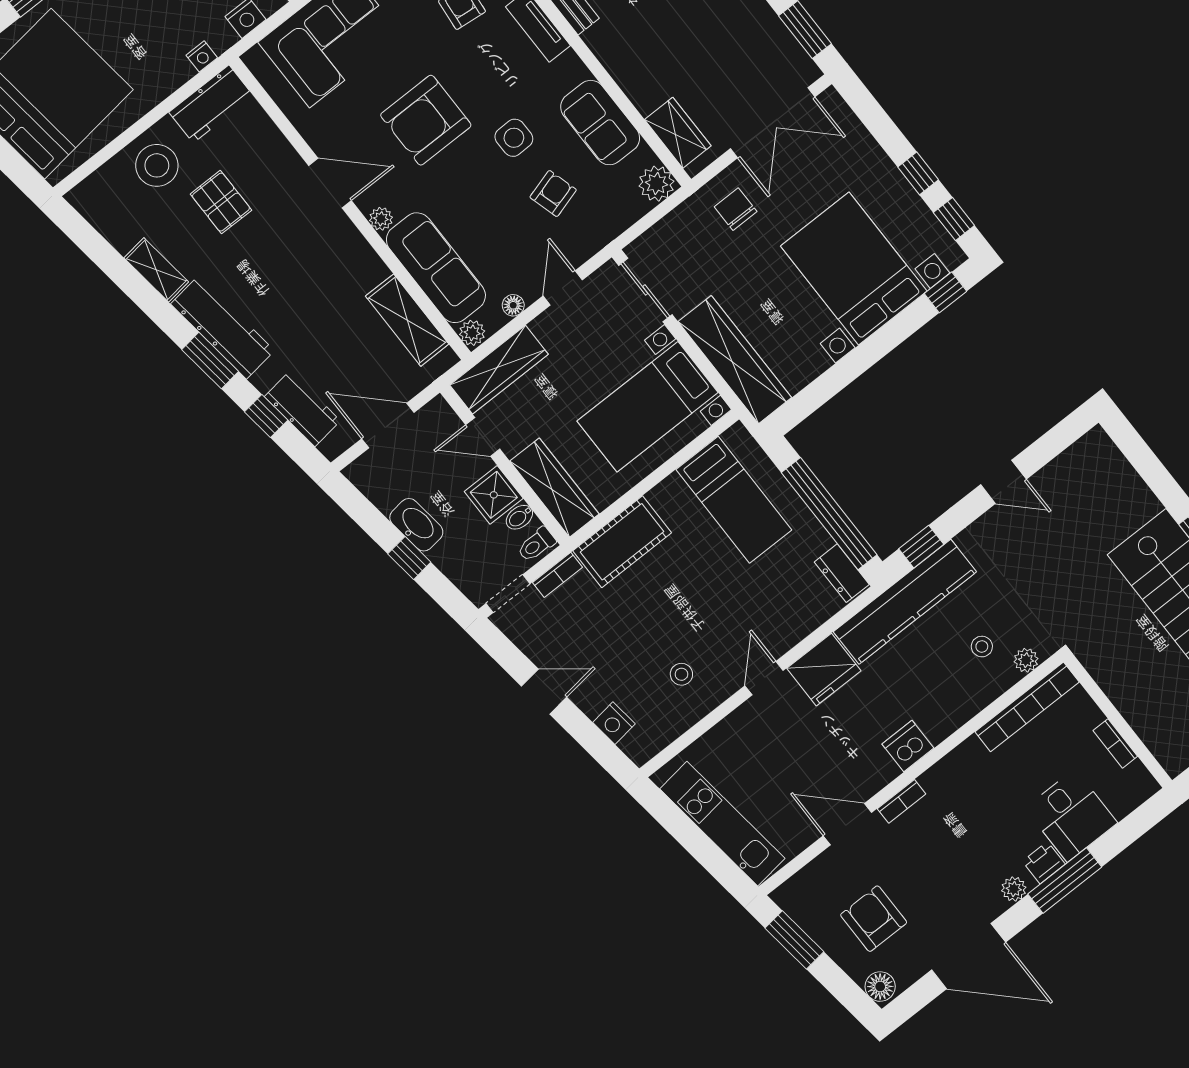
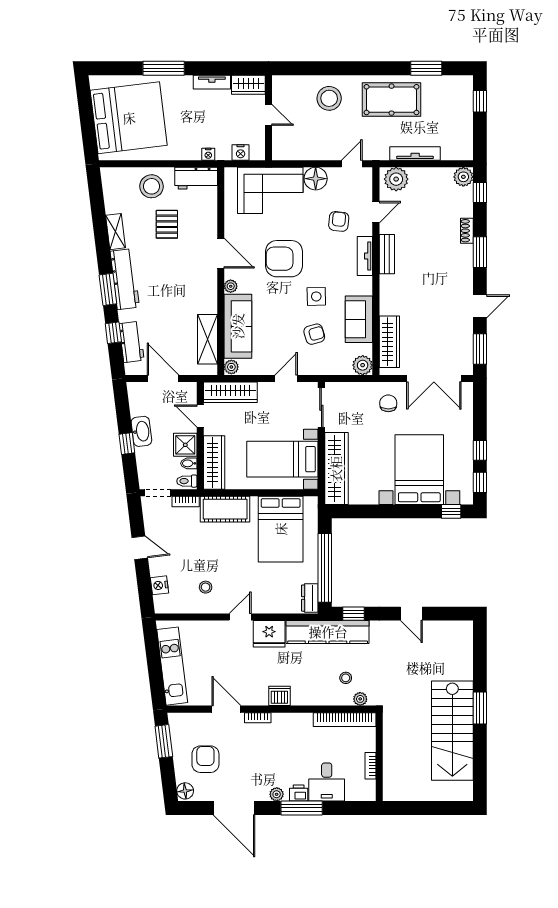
wardrobe: (678, 133) -> (389, 342), width x1.50
floor lamp: (513, 305) -> (259, 369), removed
bed: (734, 500) -> (281, 529), width x1.50

